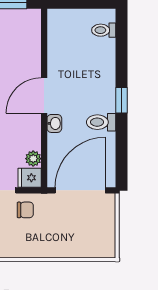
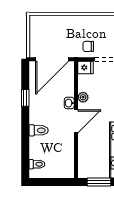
window: (122, 100) -> (25, 98), moved
toilet: (101, 122) -> (39, 130), moved
plant: (33, 159) -> (83, 97), moved

